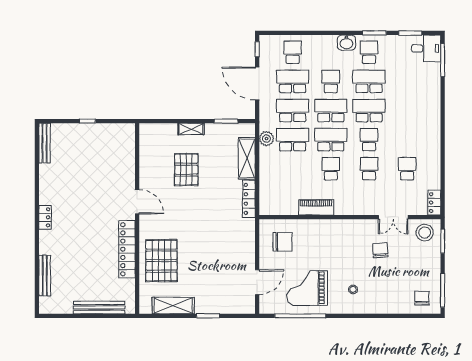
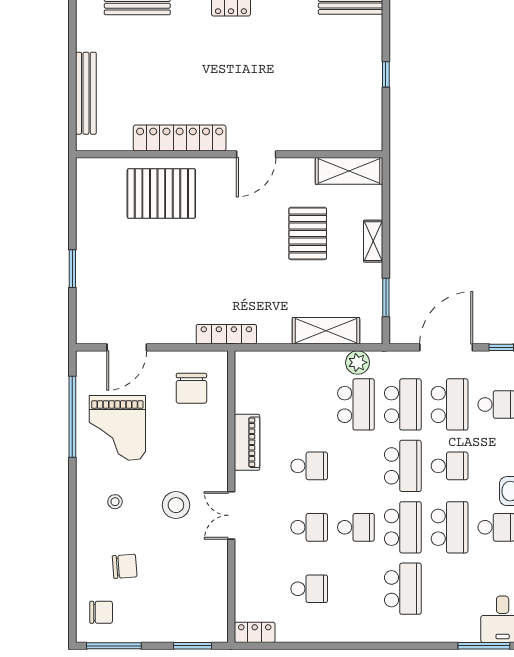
school desk: (331, 140) -> (403, 589), moved
pallet: (186, 170) -> (308, 233), turned 90
locker: (249, 199) -> (226, 334), moved
double door: (393, 217) -> (231, 515), moved
stool: (425, 233) -> (176, 505), moved
chair: (380, 250) -> (125, 566), moved
door: (257, 282) -> (127, 347), hinge flipped
grand piano: (307, 288) -> (117, 428), turned 180
shelving: (173, 306) -> (349, 171), moved, turned 90

